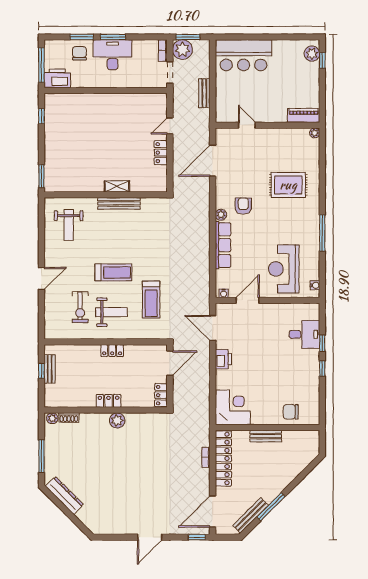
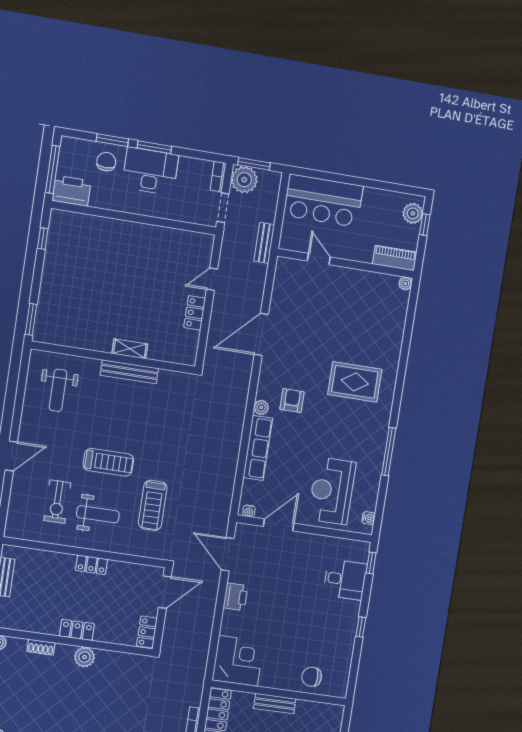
piano: (304, 115) -> (395, 258), moved
door: (247, 125) -> (319, 259), moved
wall: (267, 125) -> (346, 263), moved
plant: (315, 133) -> (405, 283), moved
window: (322, 343) -> (371, 563), moved
shoe rack: (69, 418) -> (41, 647), moved

